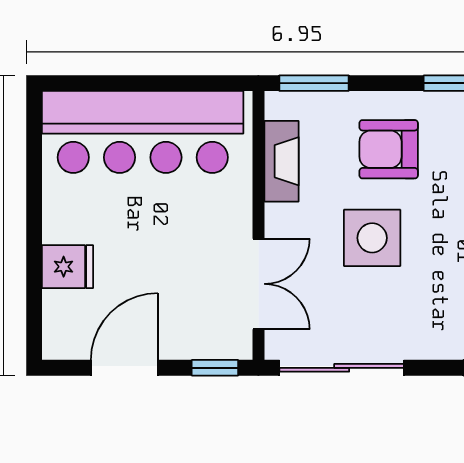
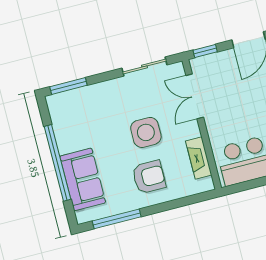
window: (314, 83) -> (193, 199), removed
sliding door: (342, 368) -> (144, 67), width x0.73

